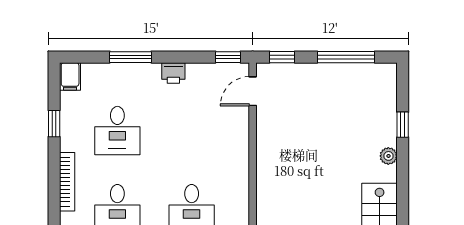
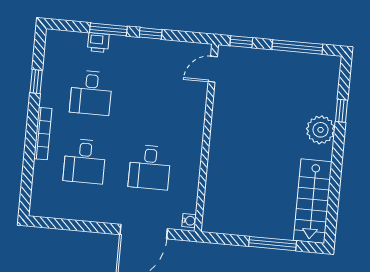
window: (228, 57) -> (151, 33), moved
printer: (173, 73) -> (98, 43), moved
filing cabinet: (70, 76) -> (54, 41), removed
plant: (388, 156) -> (321, 130), width x1.88, depth x1.88

